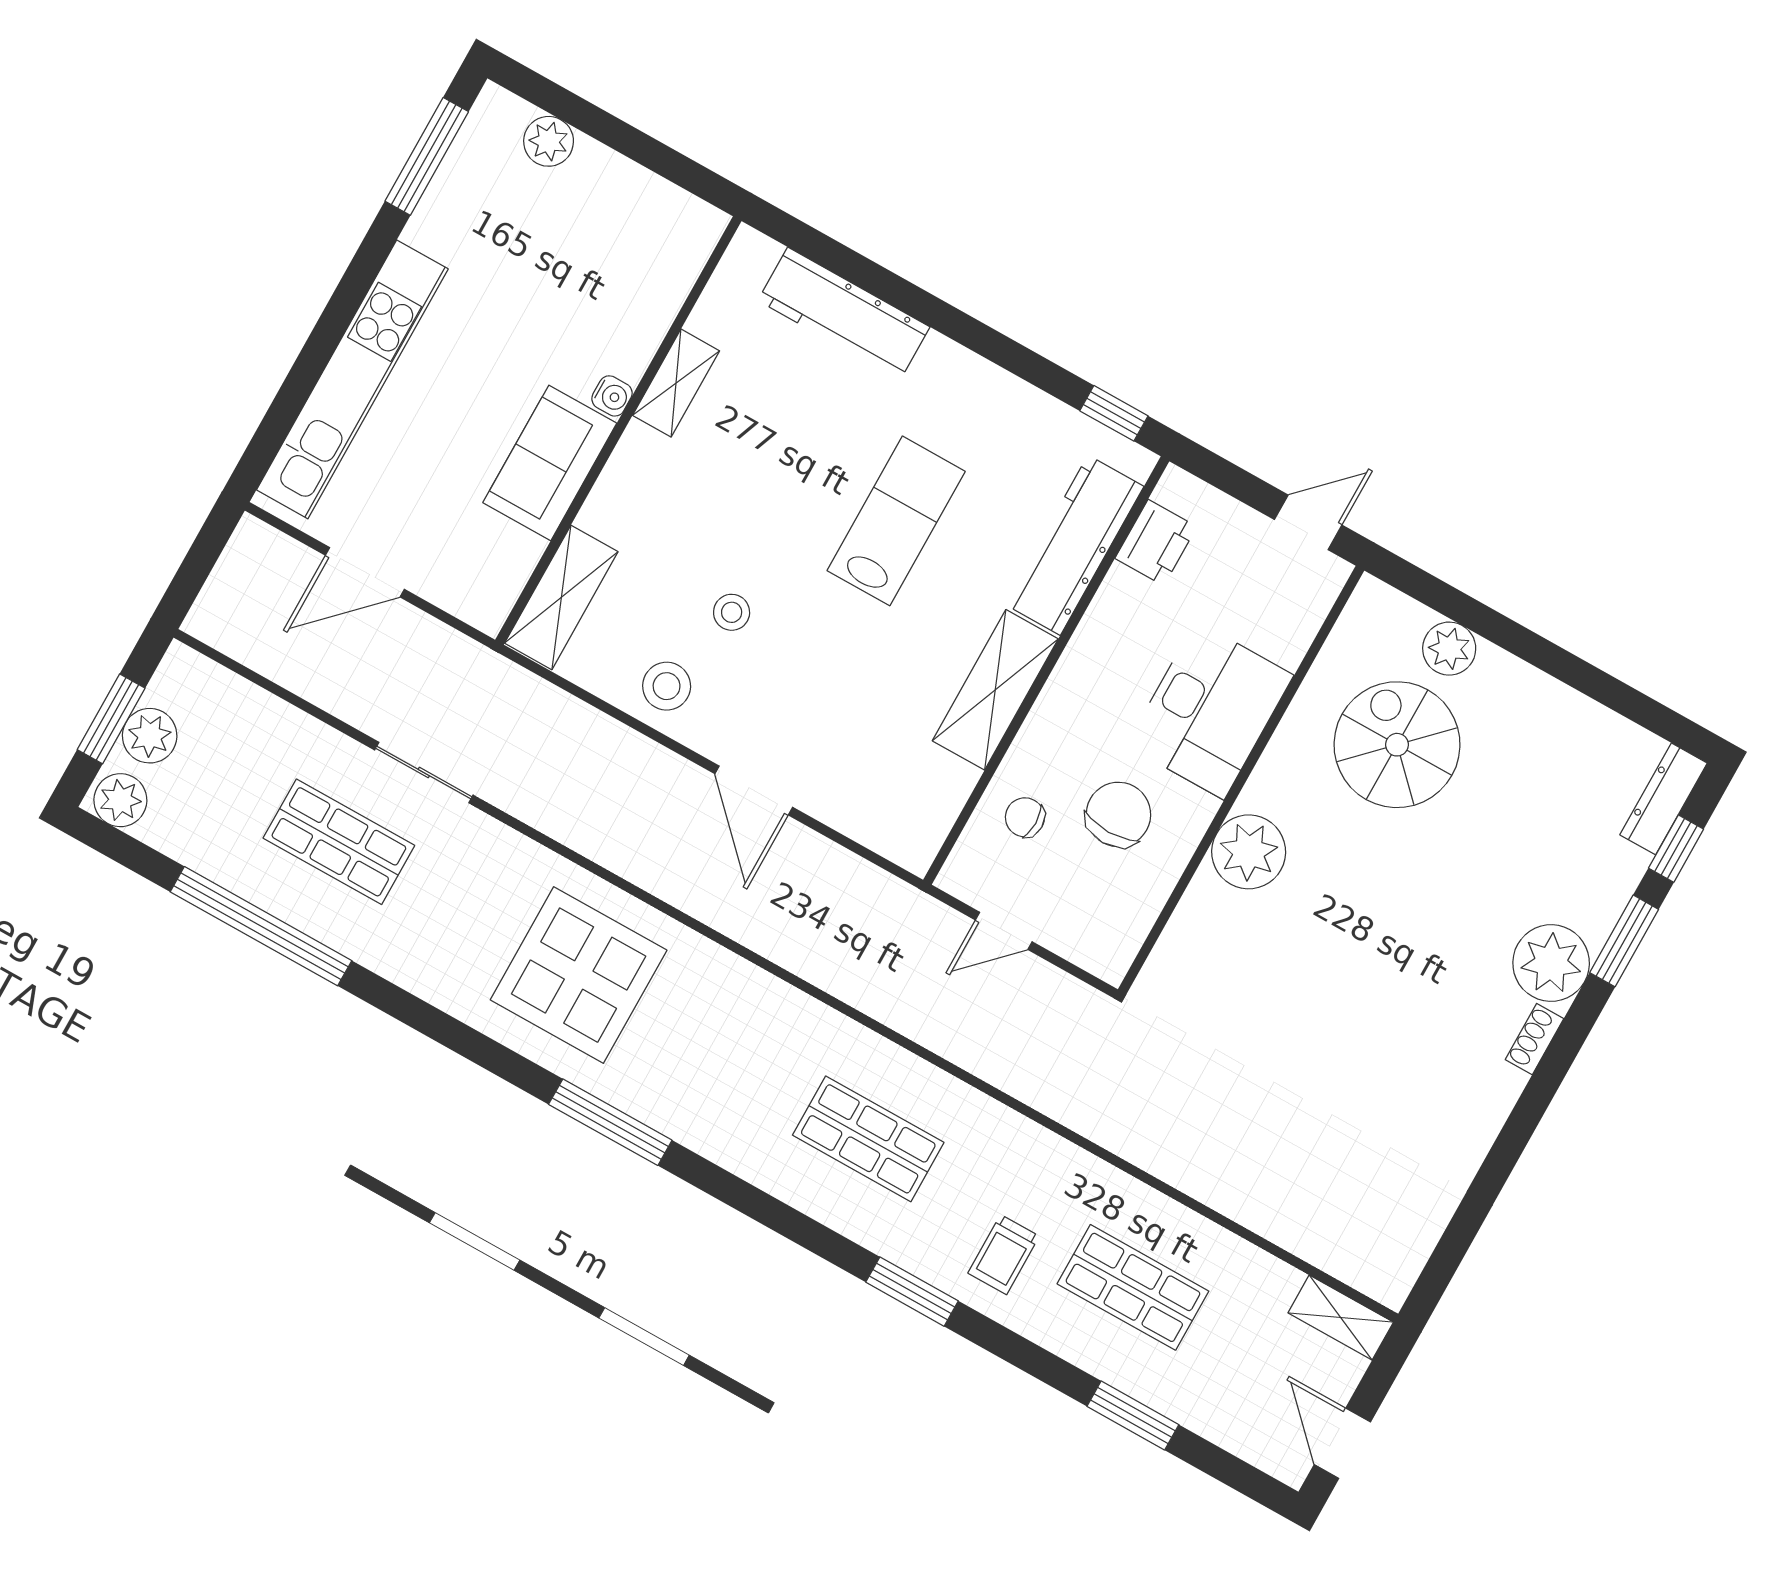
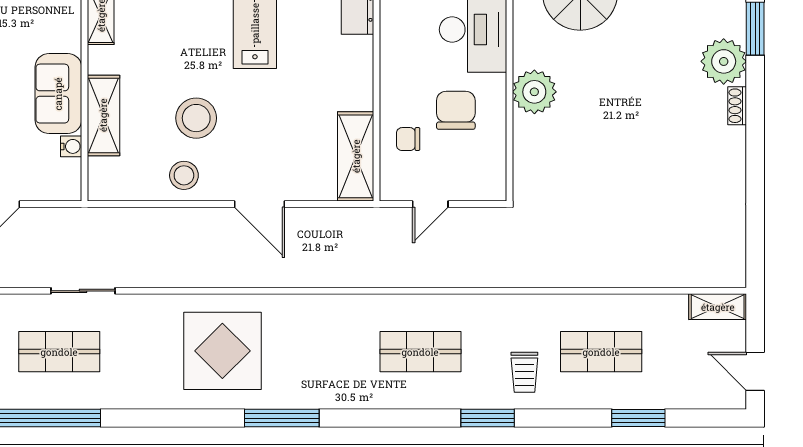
water cooler: (612, 396) -> (71, 146), moved
shelving: (561, 597) -> (103, 115), moved
stool: (732, 612) -> (196, 118), width x1.89, depth x1.89
shelving: (995, 690) -> (356, 156), moved

